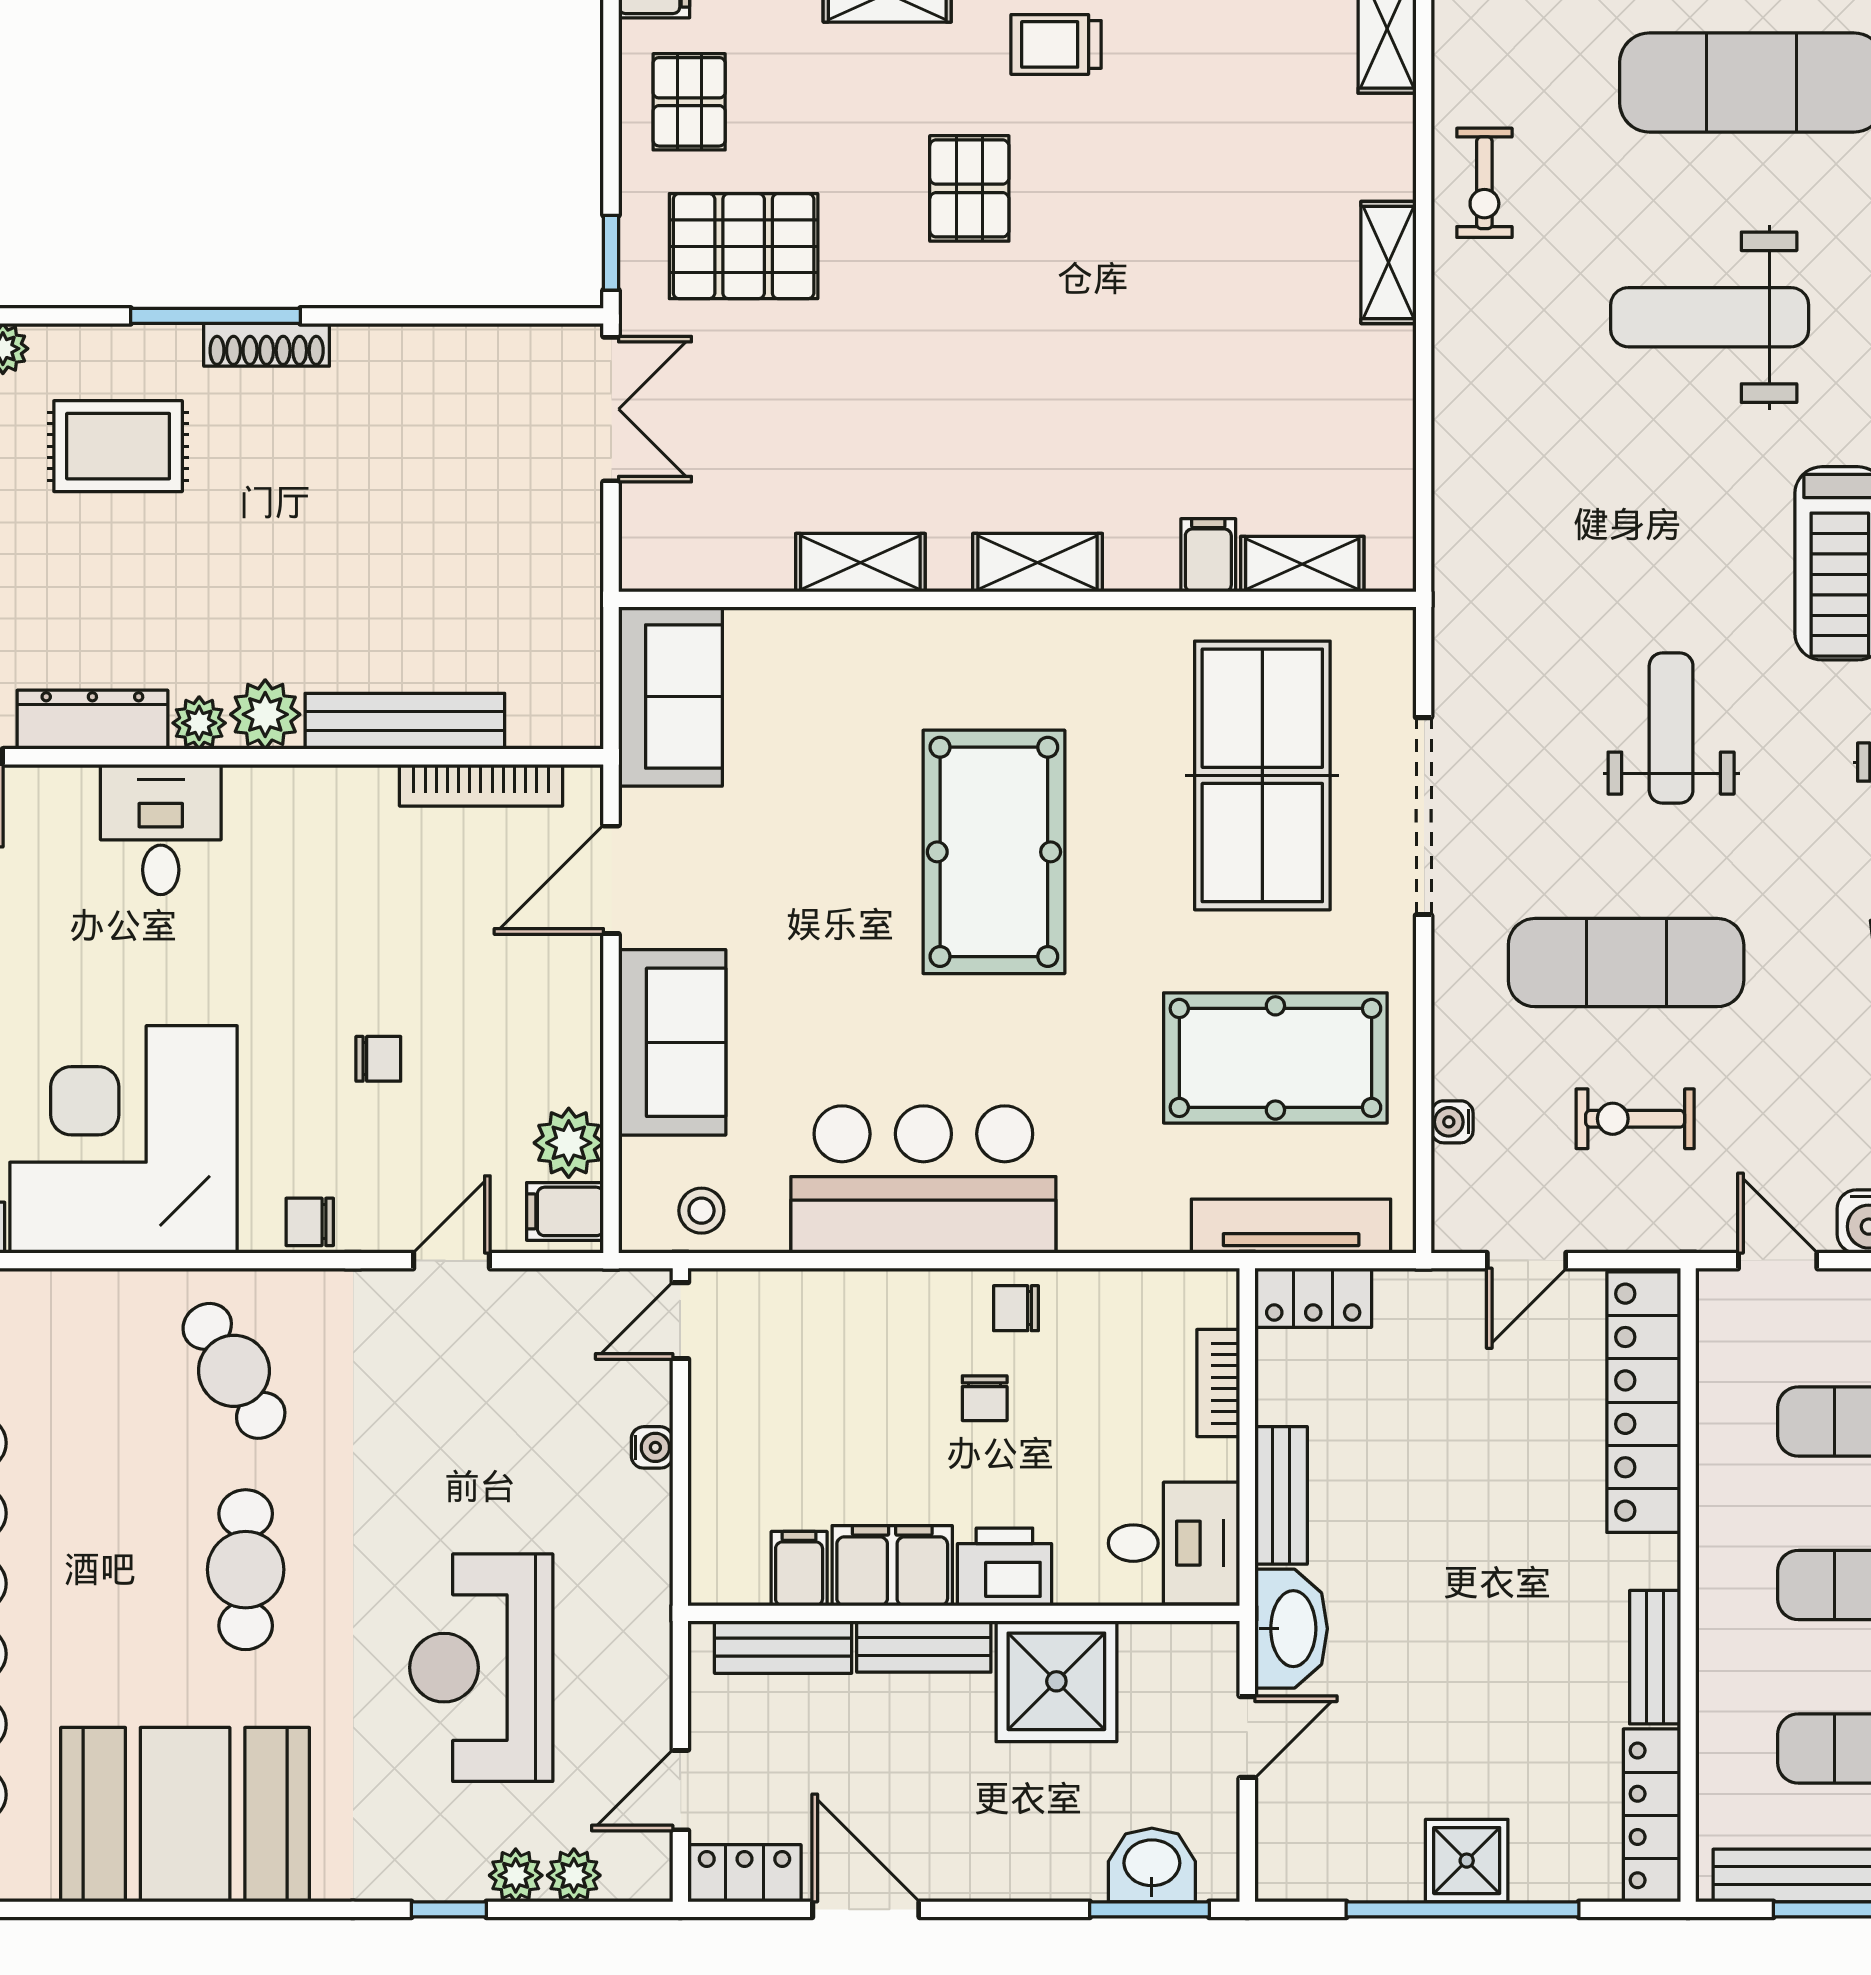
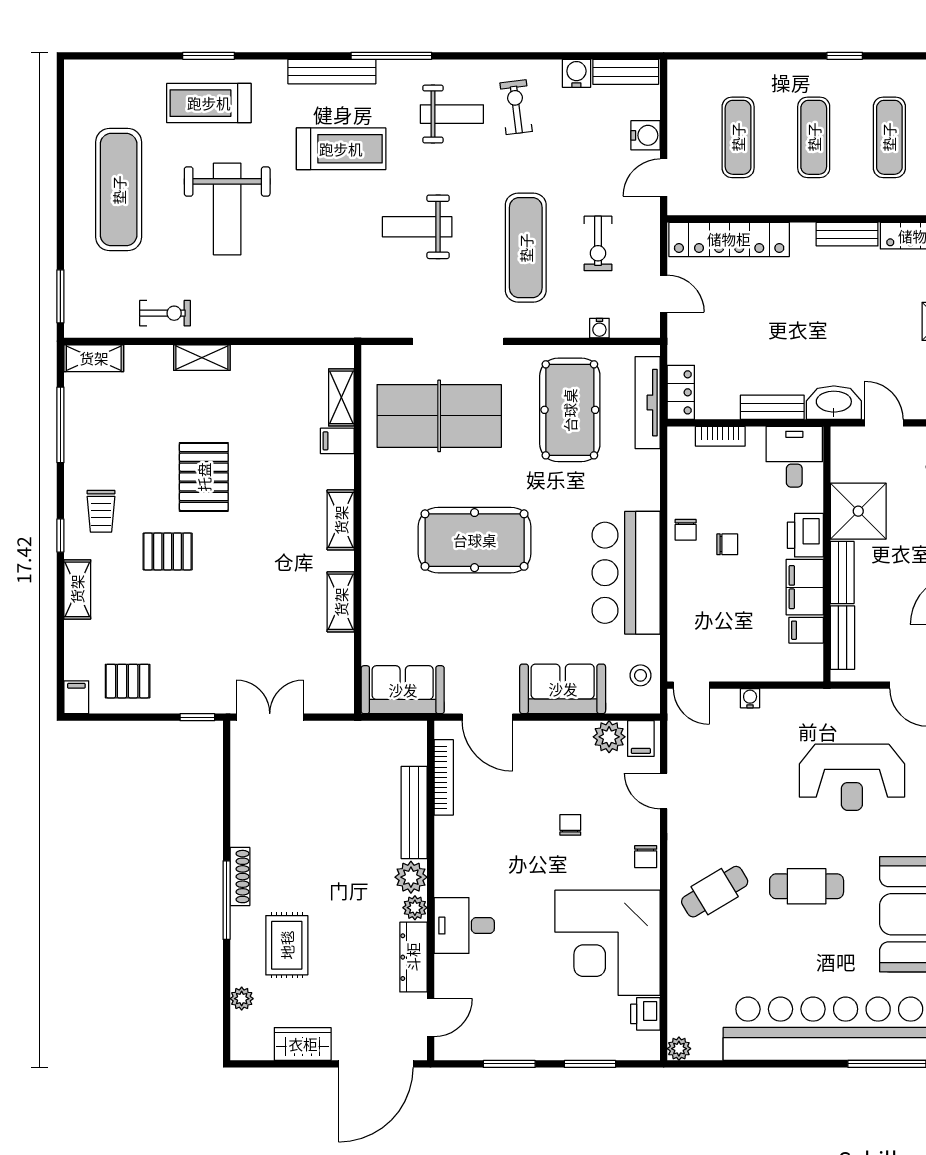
pallet: (744, 246) -> (204, 477), moved

